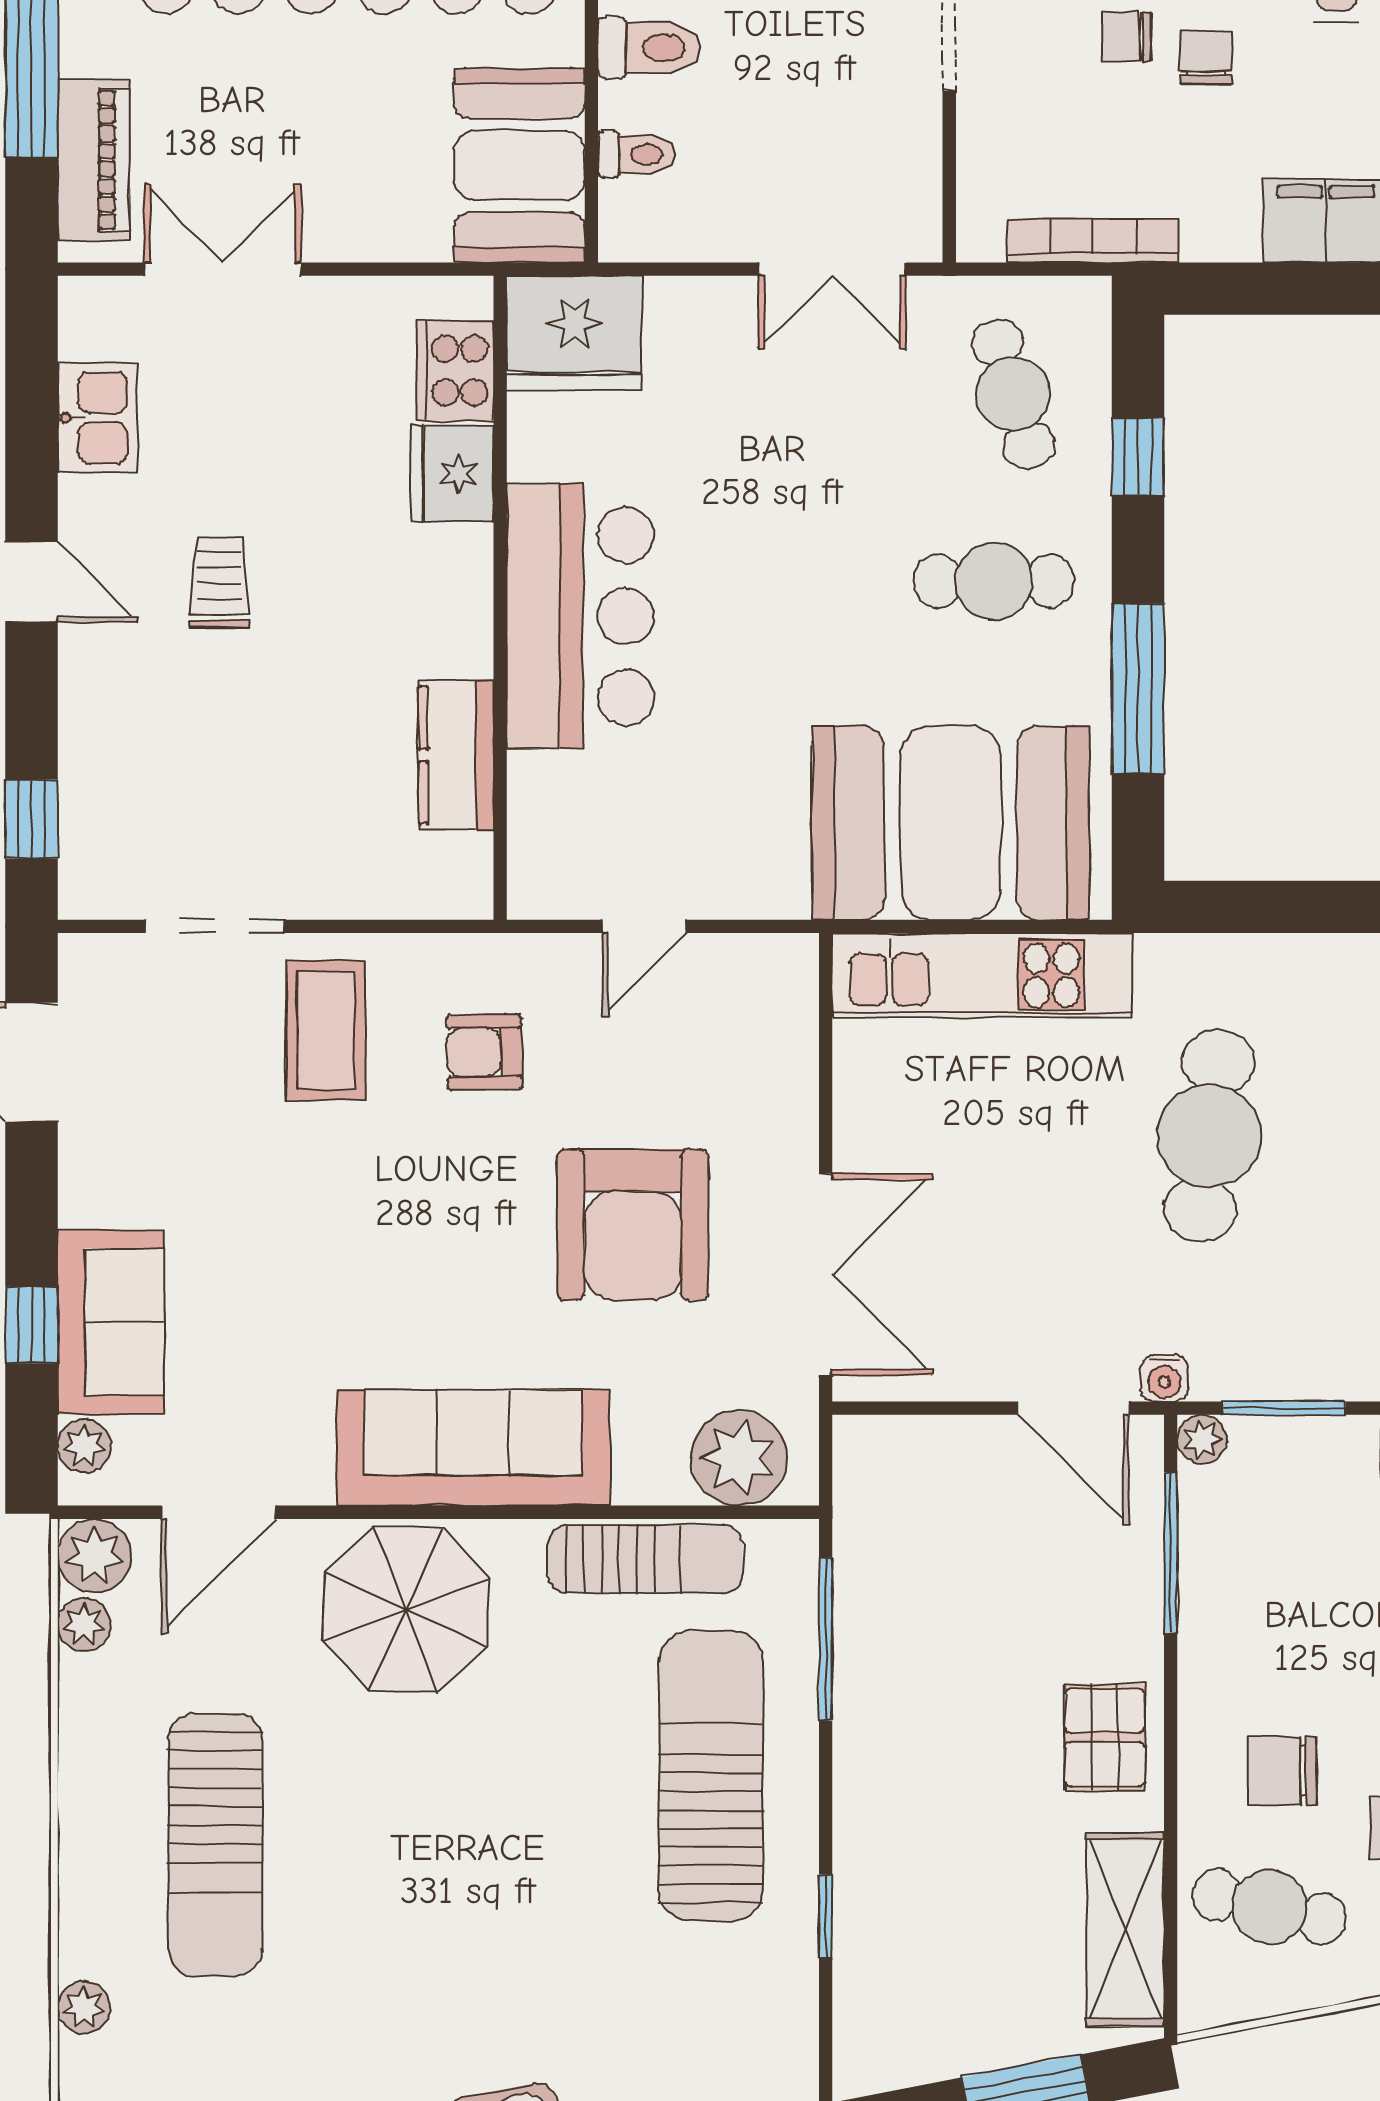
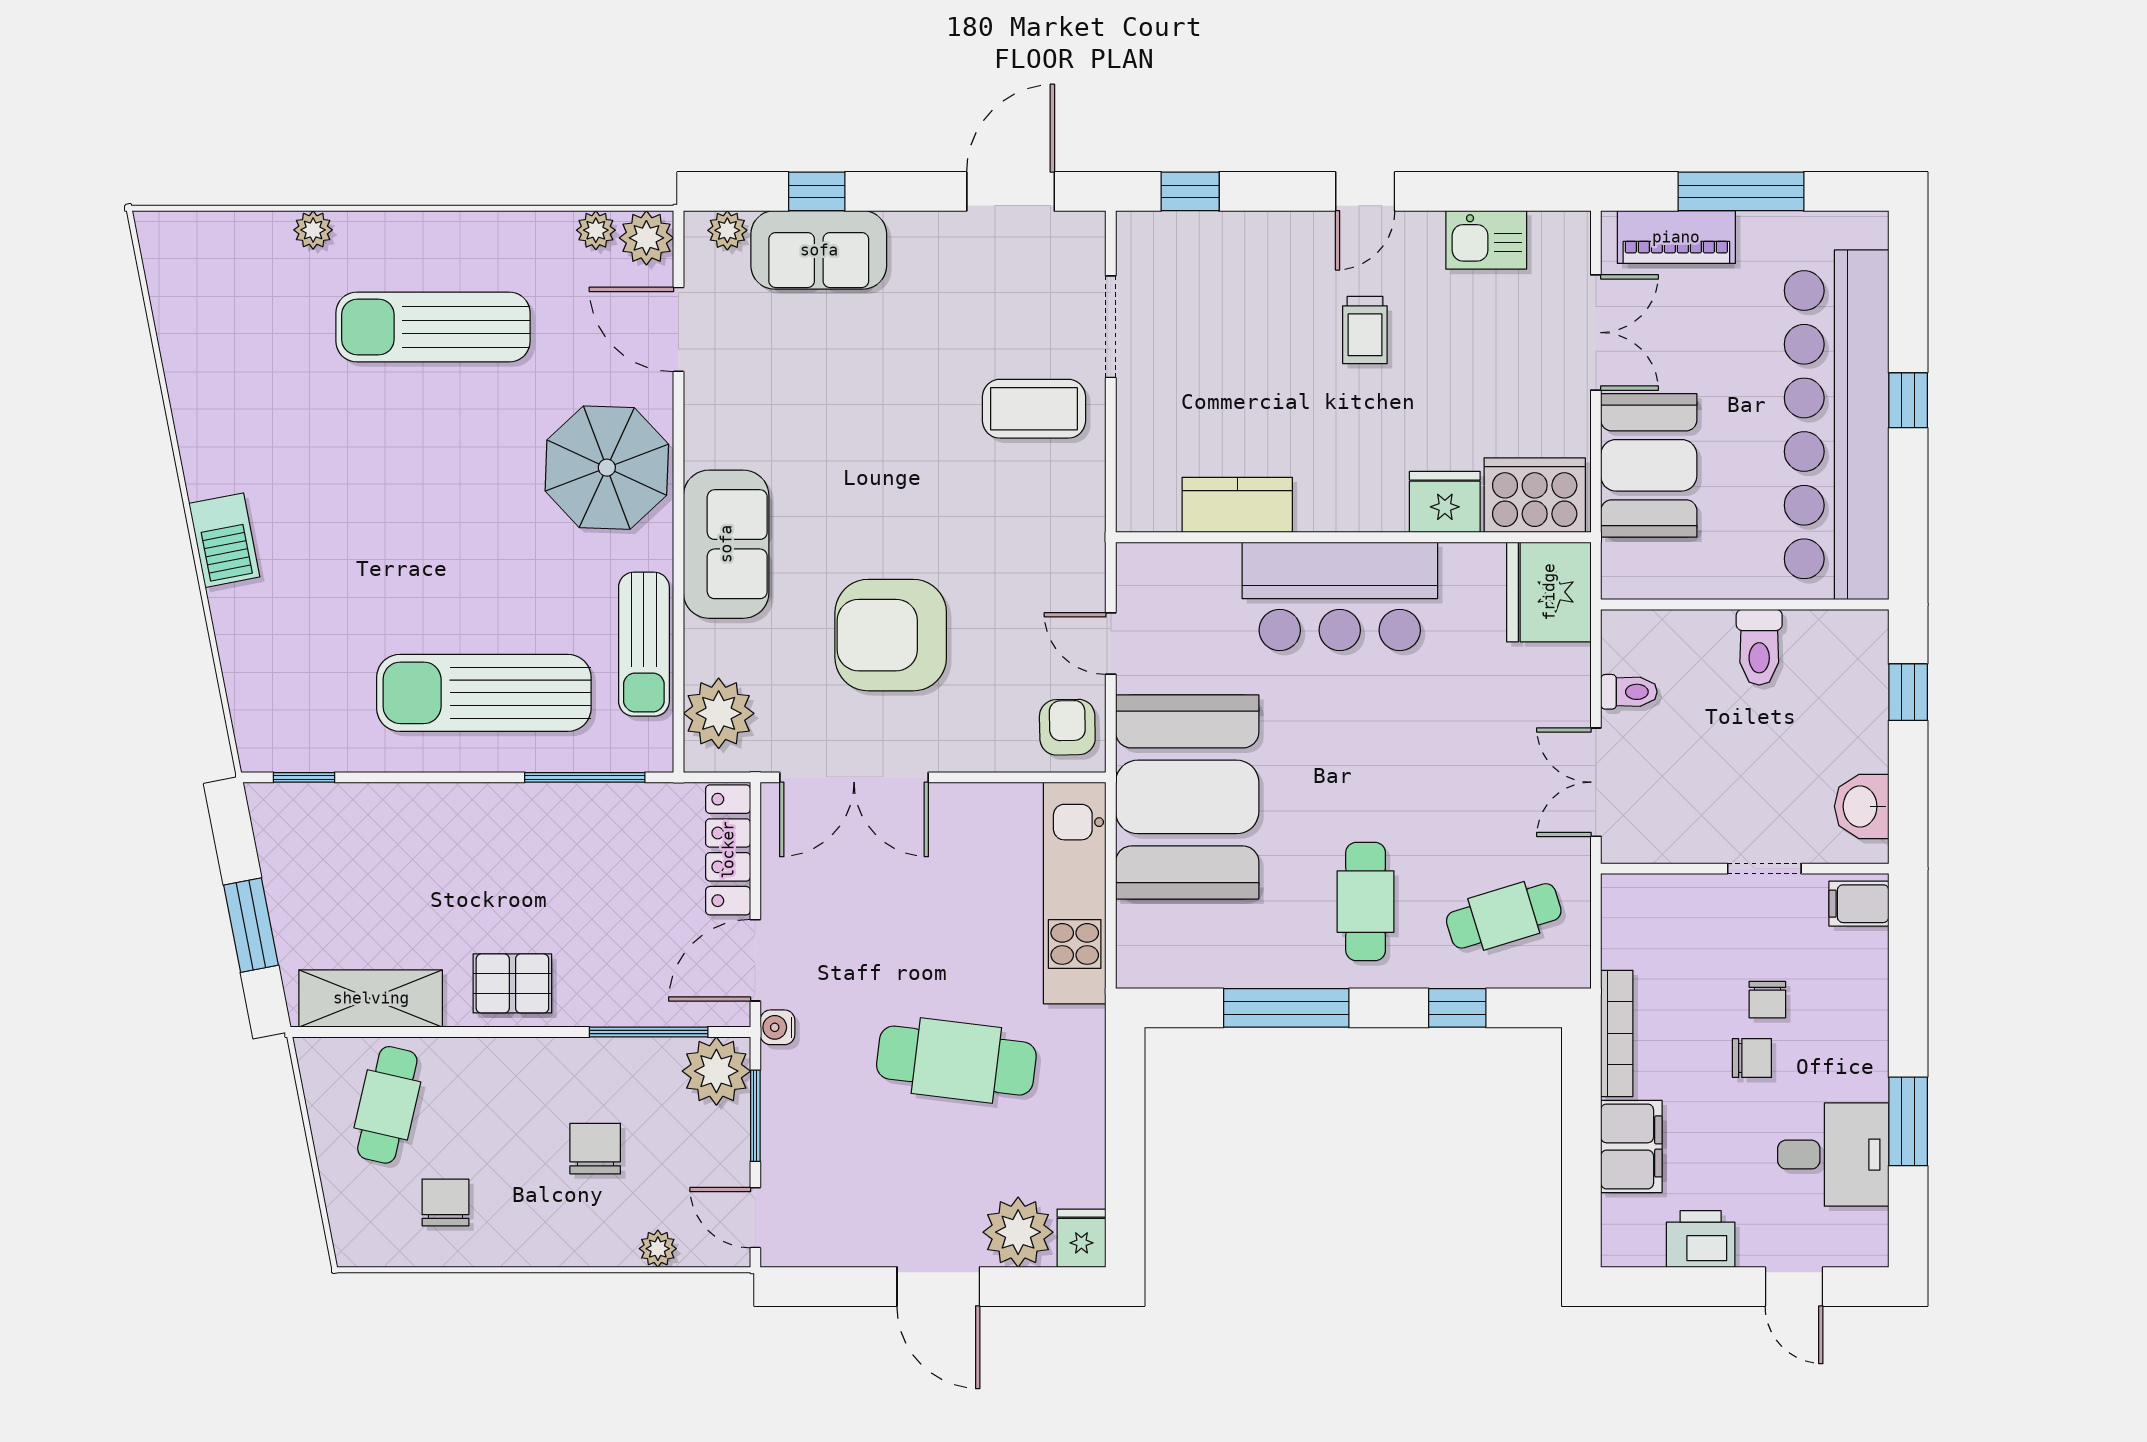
chair: (1127, 37) -> (1767, 1000), turned 180
toilet: (636, 154) -> (1629, 692), moved, turned -90
booth: (520, 165) -> (1649, 465), moved, turned 90
bookcase: (1093, 241) -> (1617, 1033), moved
cooker: (455, 371) -> (1535, 495), width x1.37, depth x1.31
trolley: (219, 582) -> (1365, 330), turned 90
booth: (950, 823) -> (1187, 797), moved
armchair: (484, 1052) -> (1067, 727), moved
plant: (1202, 1439) -> (716, 1071), width x1.88, depth x1.88
locker: (924, 1445) -> (728, 850), added
sofa: (473, 1448) -> (726, 544), width x0.73
chair: (1282, 1771) -> (595, 1149), moved
sun lounger: (711, 1776) -> (484, 693), turned 180
window: (826, 1916) -> (304, 777), moved

